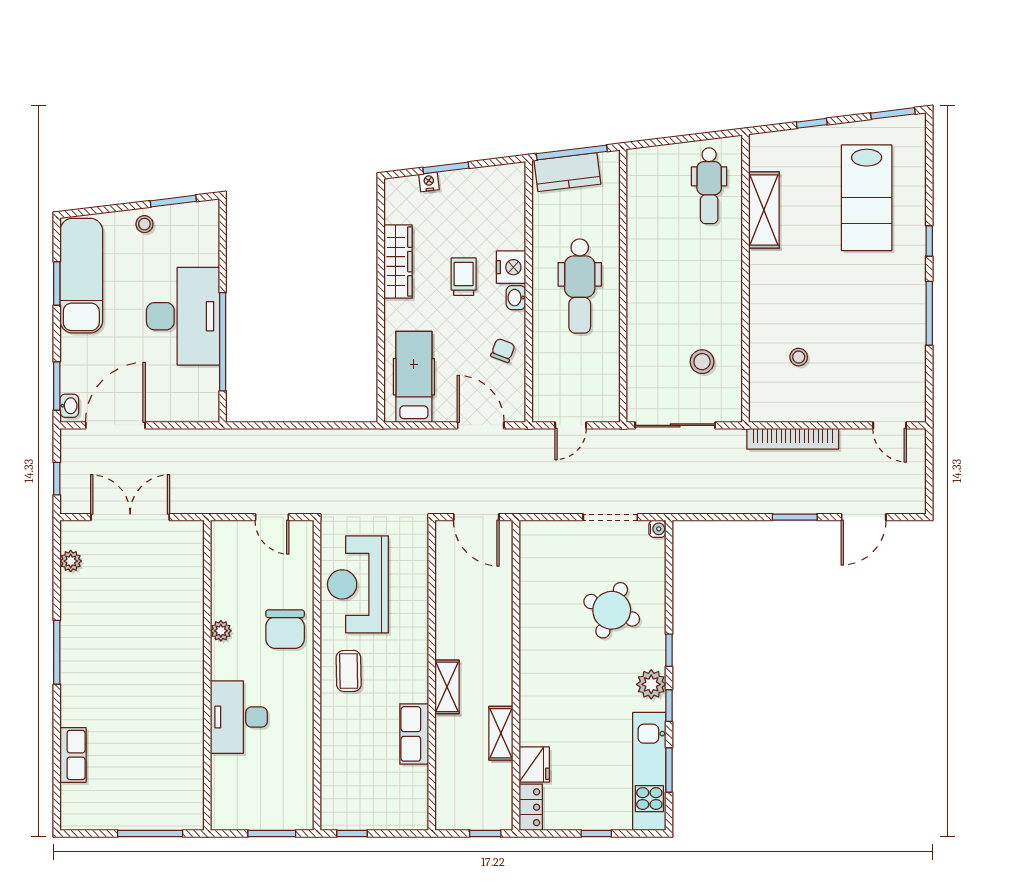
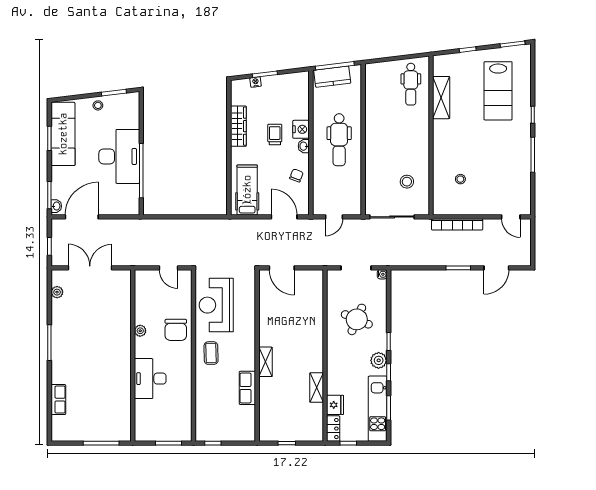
wall: (516, 675) -> (325, 355), moved
shelving: (501, 733) -> (317, 388), moved
fridge: (534, 765) -> (335, 405), moved
locker: (531, 807) -> (333, 429), moved

